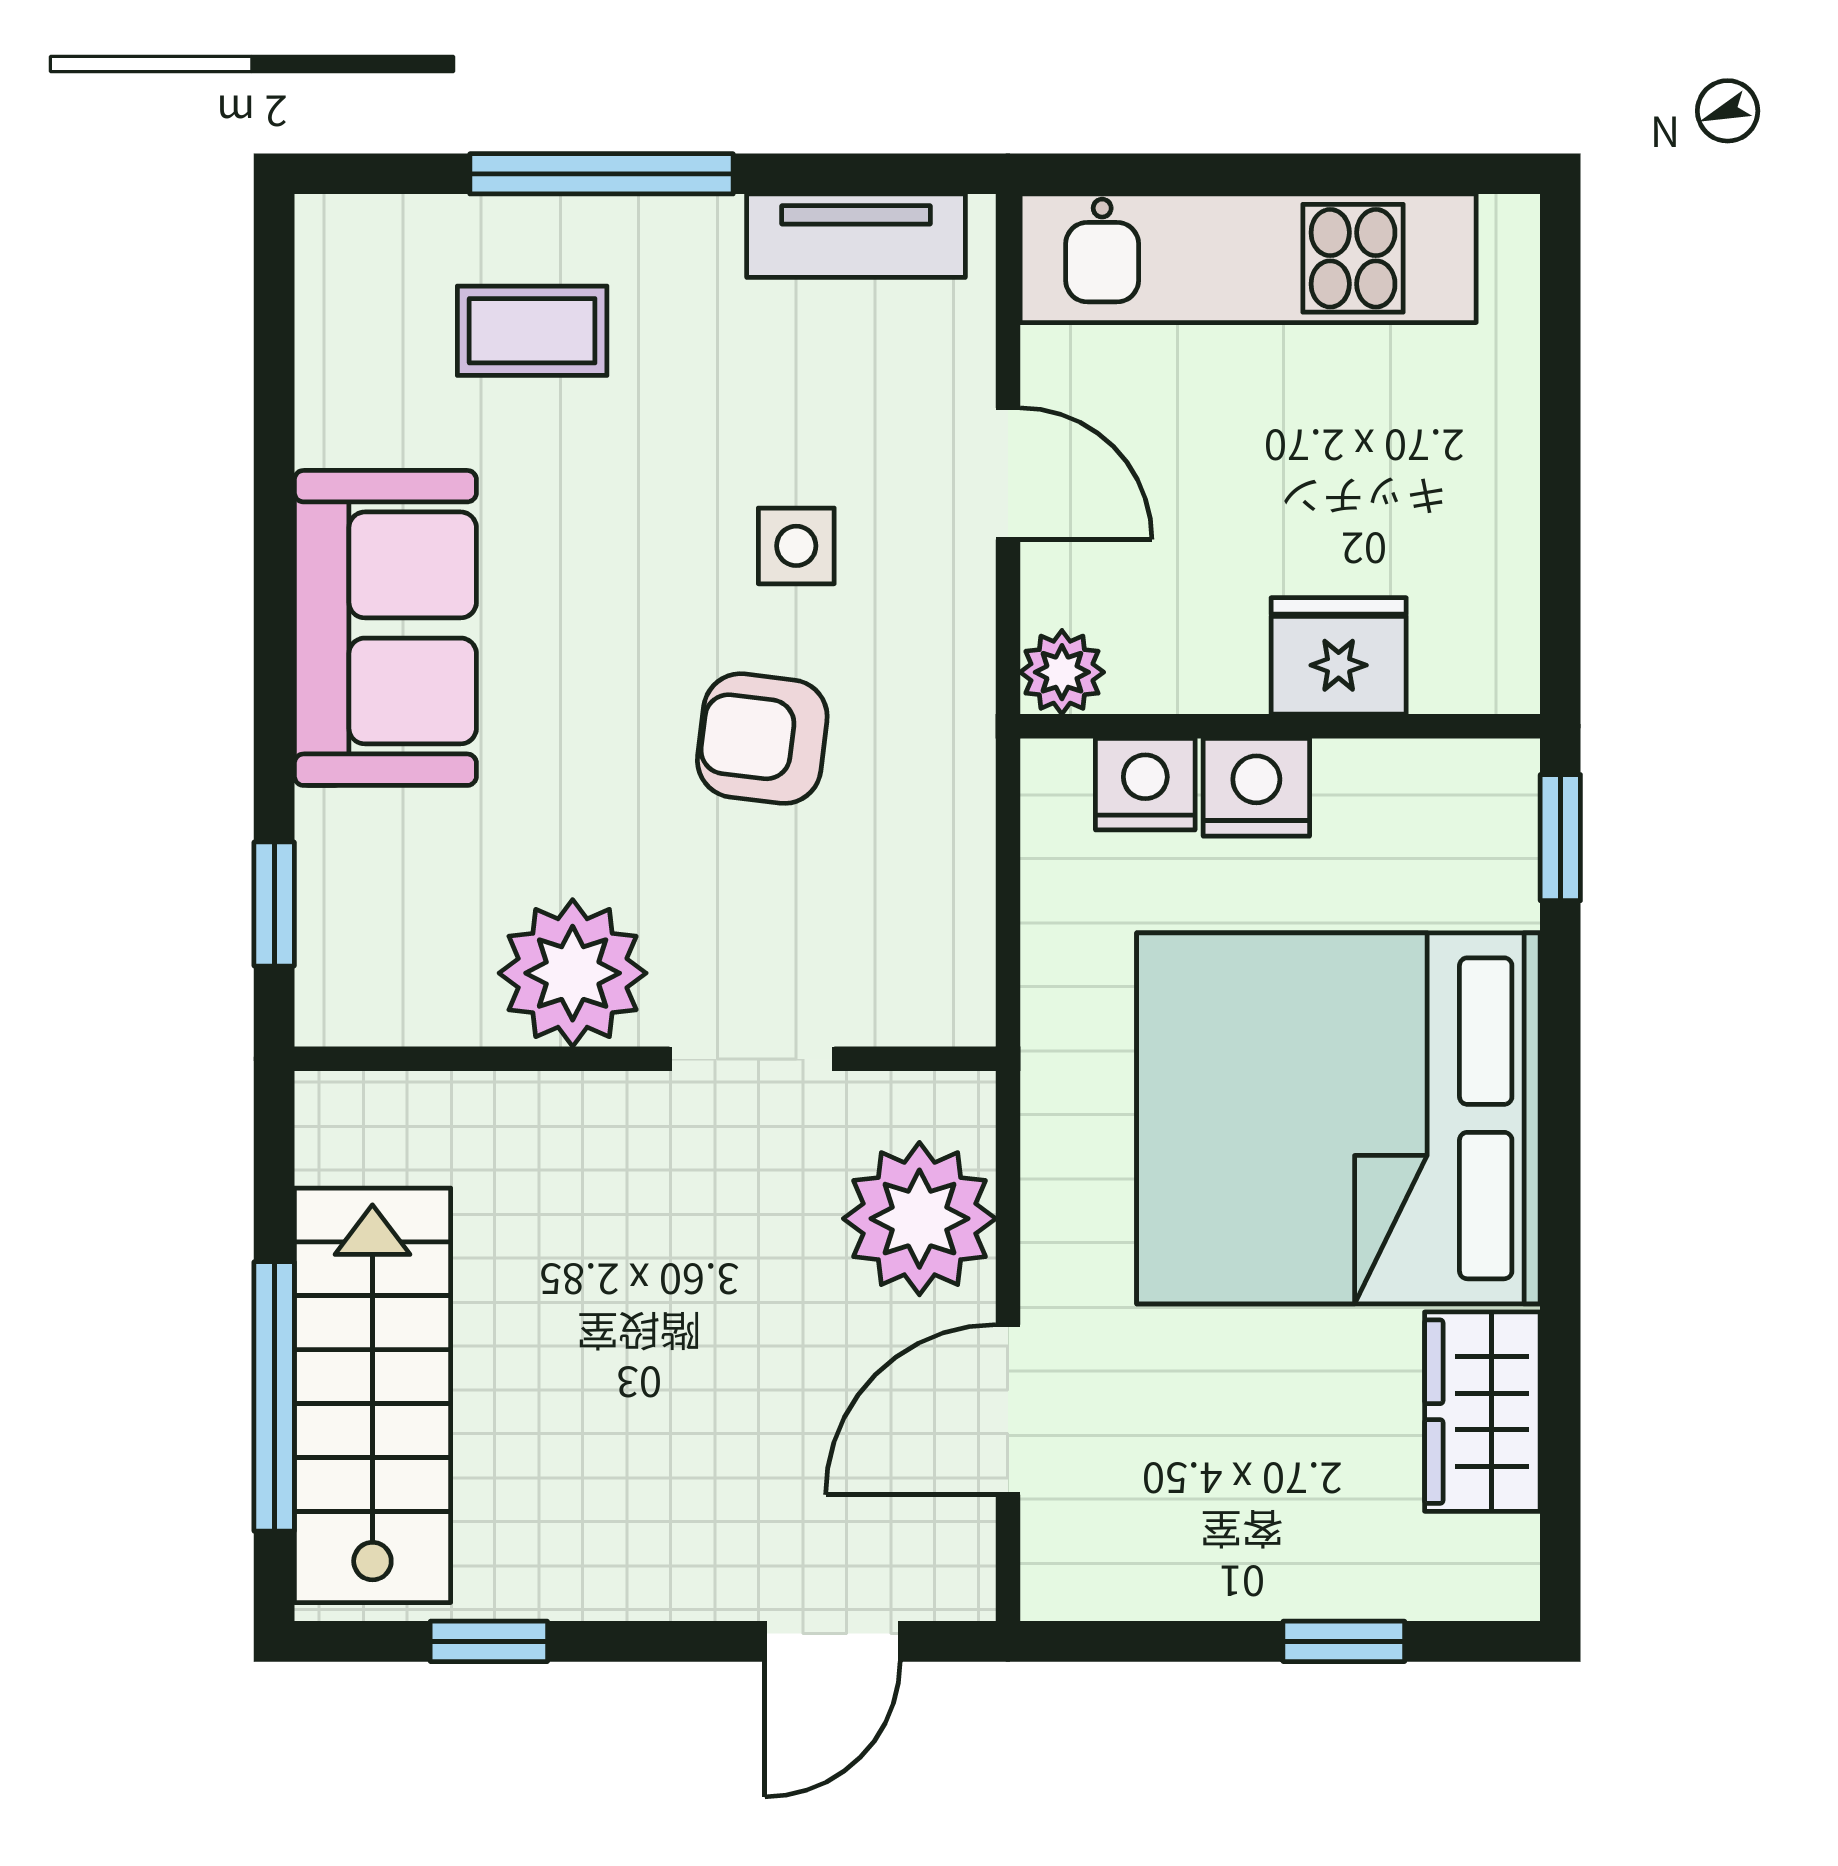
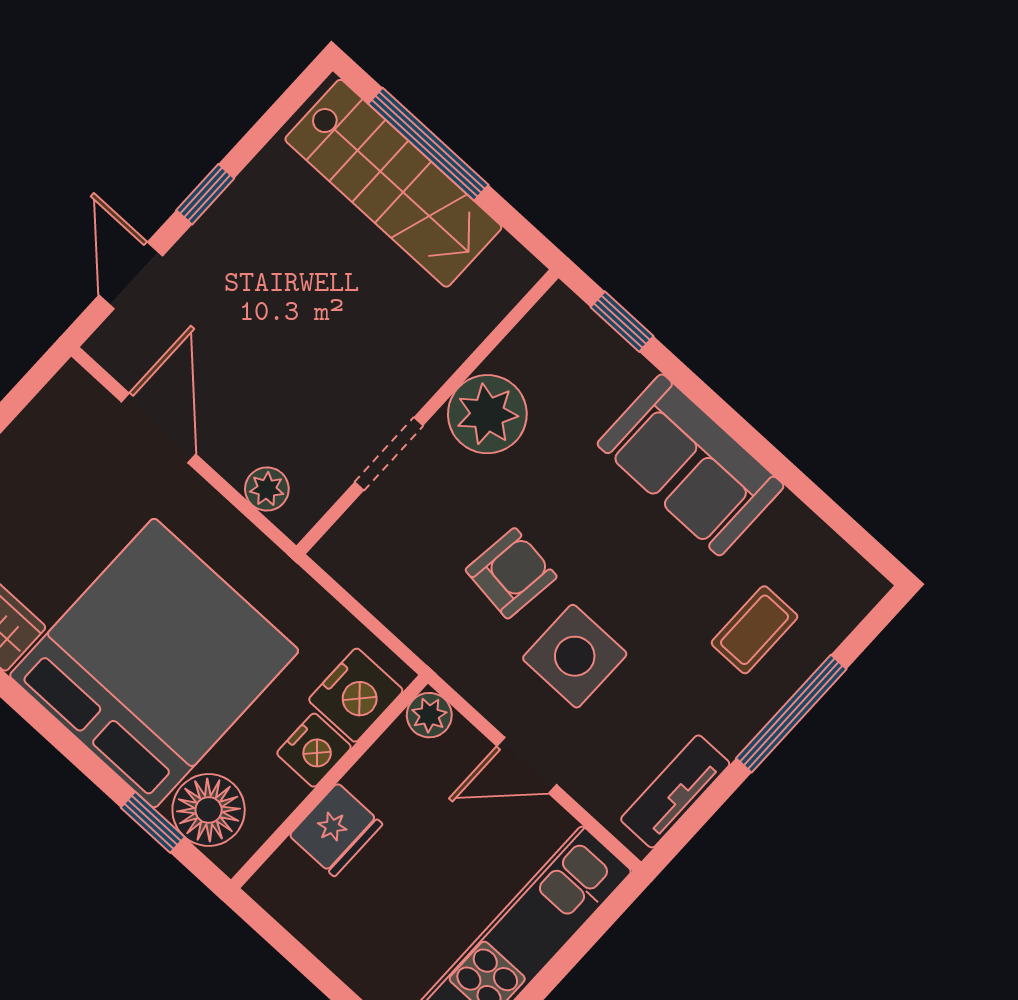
side table: (796, 546) -> (575, 656), width x1.87, depth x1.87
nightstand: (1145, 784) -> (356, 695), width x1.36, depth x1.33
window: (1560, 838) -> (153, 822), moved
floor lamp: (1473, 857) -> (209, 810), added
plant: (919, 1219) -> (267, 489), width x0.53, depth x0.53
window: (489, 1641) -> (205, 194), moved

